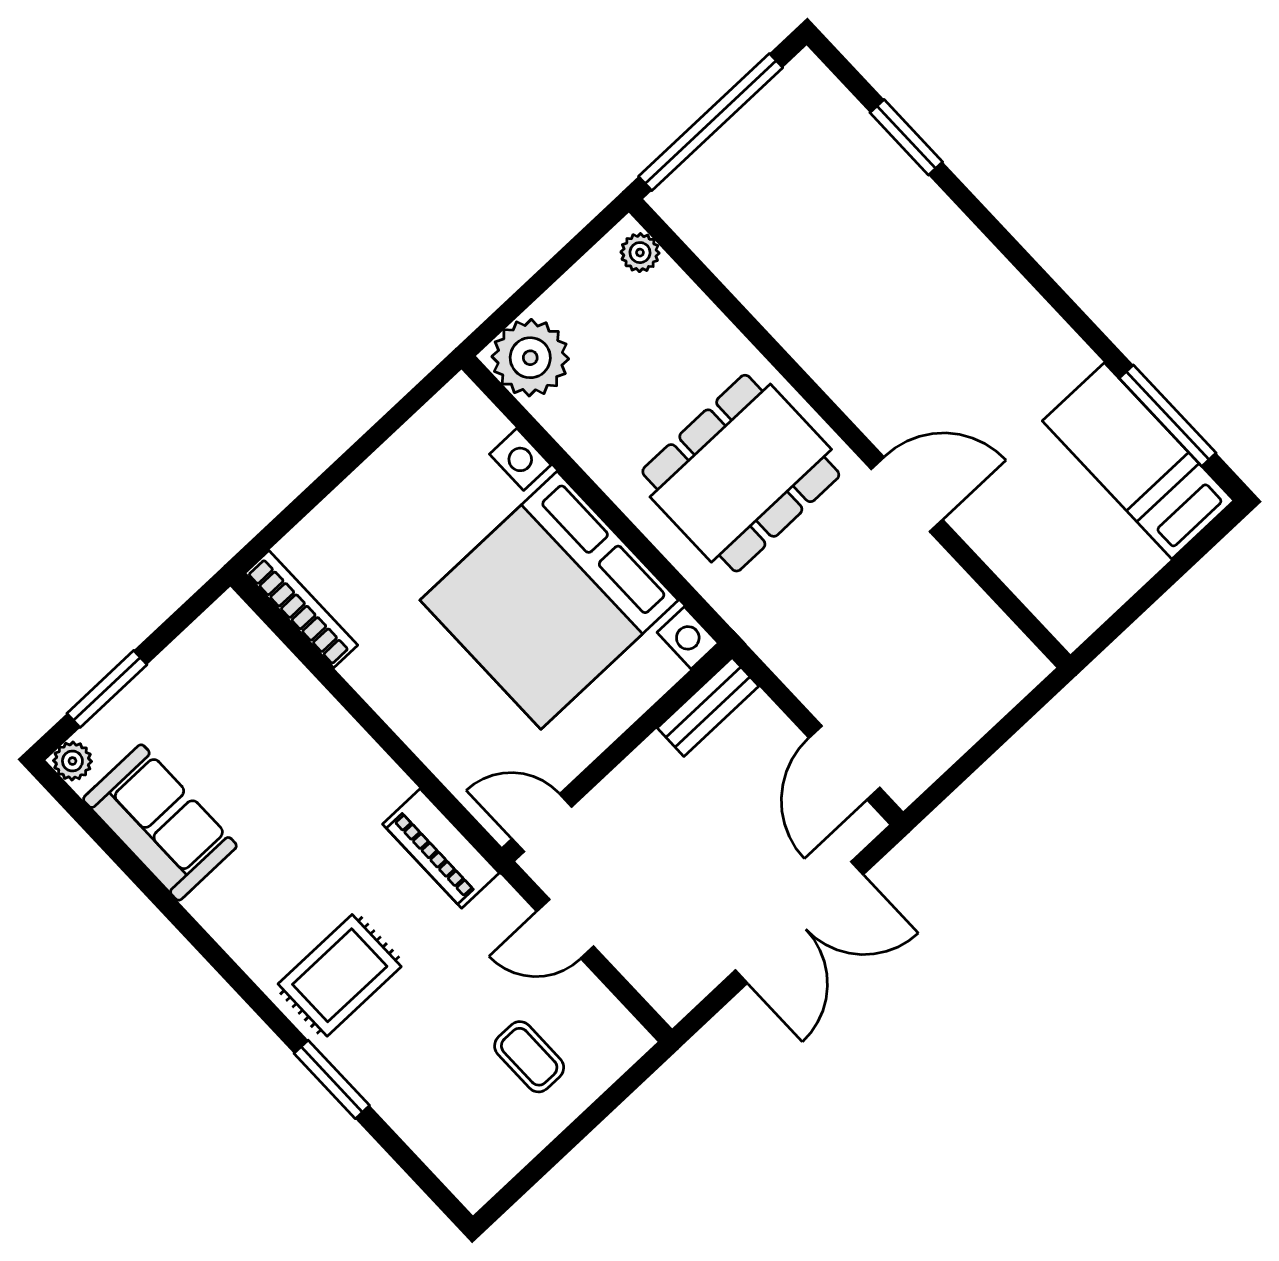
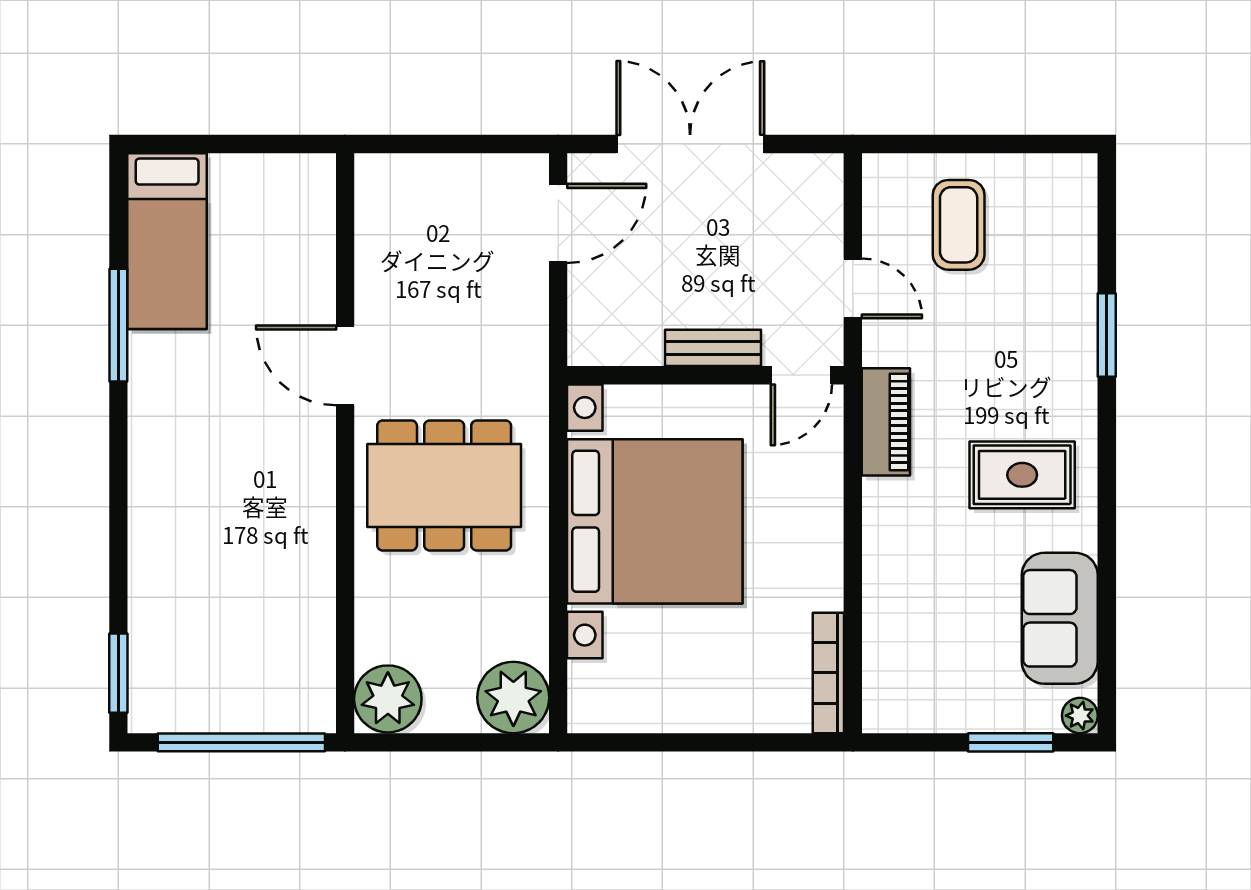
window: (906, 137) -> (118, 673), moved
plant: (640, 253) -> (388, 699), width x1.88, depth x1.88
window: (1168, 416) -> (118, 325), moved
bench: (708, 707) -> (713, 348), moved
door: (542, 823) -> (801, 375), hinge flipped
rug: (340, 975) -> (1022, 475), moved
coffee table: (529, 1057) -> (959, 225), width x1.36, depth x1.30

